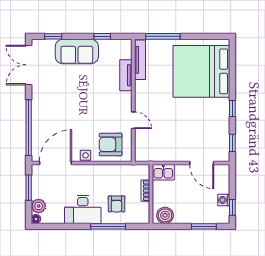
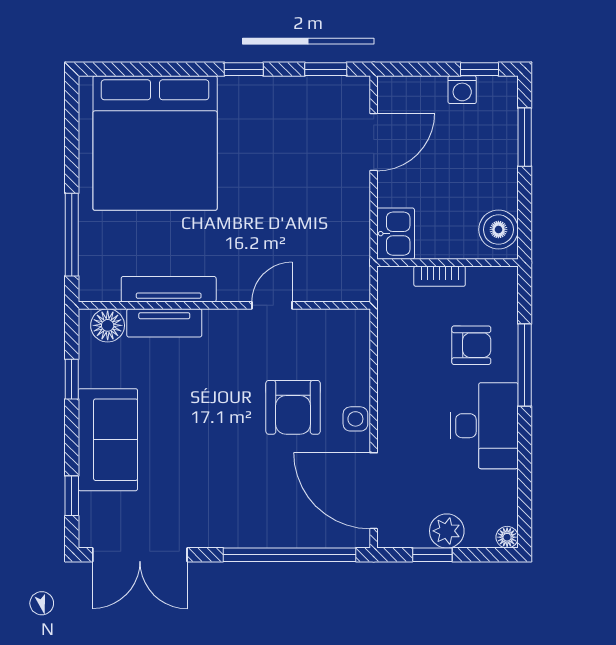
floor lamp: (125, 51) -> (108, 325), added
tv unit: (140, 60) -> (169, 289), moved
armchair: (111, 144) -> (293, 407), moved
window: (29, 188) -> (432, 555), width x0.67
plant: (39, 206) -> (447, 531), moved

